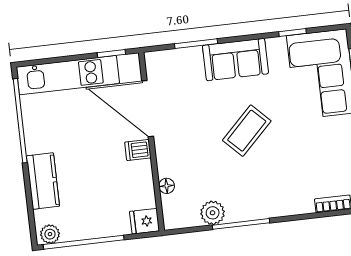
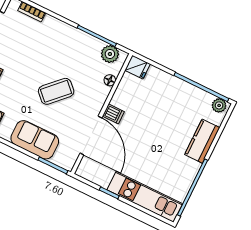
door: (148, 109) -> (91, 136), moved
wall: (151, 142) -> (102, 114), moved
dishwasher: (138, 150) -> (113, 114), moved
floor lamp: (167, 186) -> (110, 80), moved
fridge: (145, 221) -> (138, 67), moved

